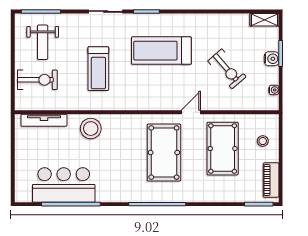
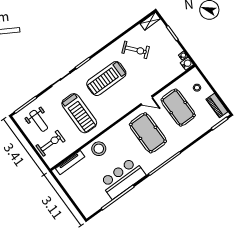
water cooler: (272, 59) -> (187, 64), moved
treadmill: (98, 69) -> (79, 113), width x1.37, depth x1.38
exercise bike: (227, 69) -> (136, 50), moved
door: (191, 112) -> (147, 100), swing flipped
bar counter: (64, 185) -> (123, 178), moved

